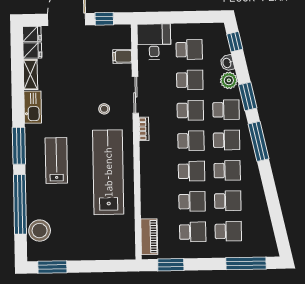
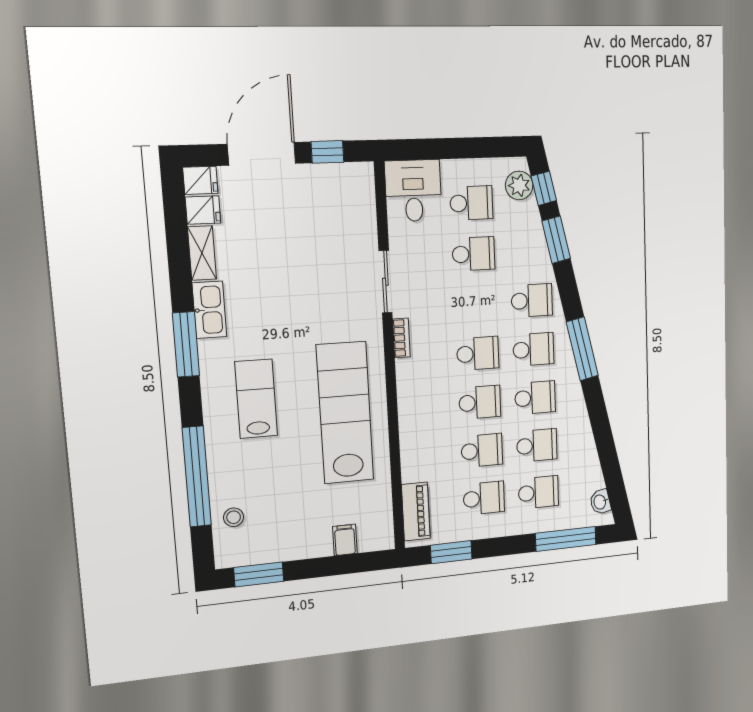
filing cabinet: (122, 56) -> (345, 540), moved, turned 90
washbasin: (227, 63) -> (600, 502), moved
plant: (229, 80) -> (519, 185), moved
window: (248, 96) -> (556, 240), moved
stool: (104, 109) -> (334, 307), removed
school desk: (190, 110) -> (476, 304), removed
window: (19, 146) -> (186, 344), moved
stool: (40, 231) -> (234, 517), width x0.53, depth x0.53

